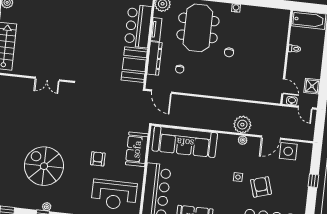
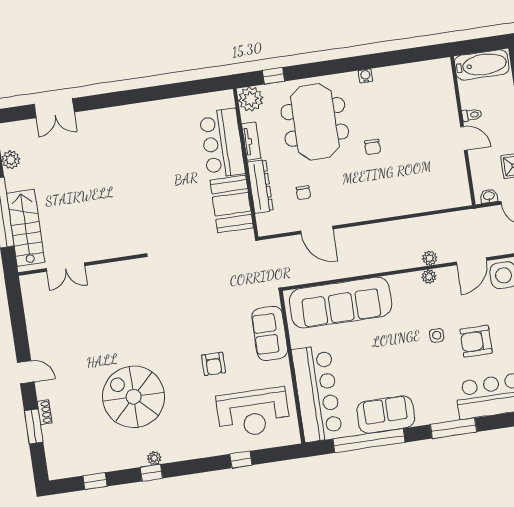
double door: (47, 79) -> (65, 267), moved
door: (283, 86) -> (464, 138), moved
door: (162, 92) -> (317, 230), moved
plant: (242, 125) -> (430, 258), width x0.53, depth x0.53
armchair: (98, 159) -> (213, 364), turned 180
armchair: (261, 187) -> (476, 341), turned -73

